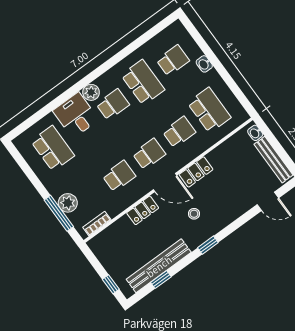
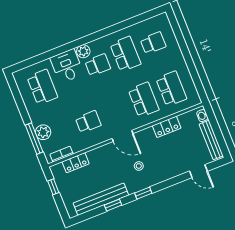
washbasin: (204, 64) -> (177, 52), removed
school desk: (179, 132) -> (144, 100), width x1.85
school desk: (149, 154) -> (116, 111), removed
locker: (196, 172) -> (167, 127), moved
locker: (143, 210) -> (76, 163), moved
window: (161, 280) -> (113, 205), moved
window: (111, 284) -> (53, 187), moved

